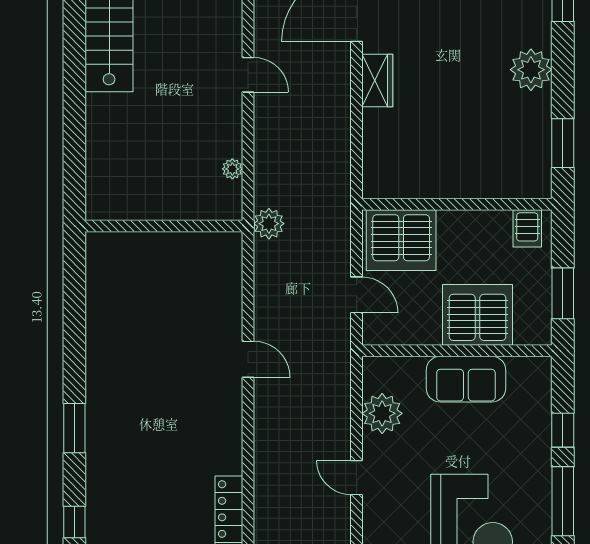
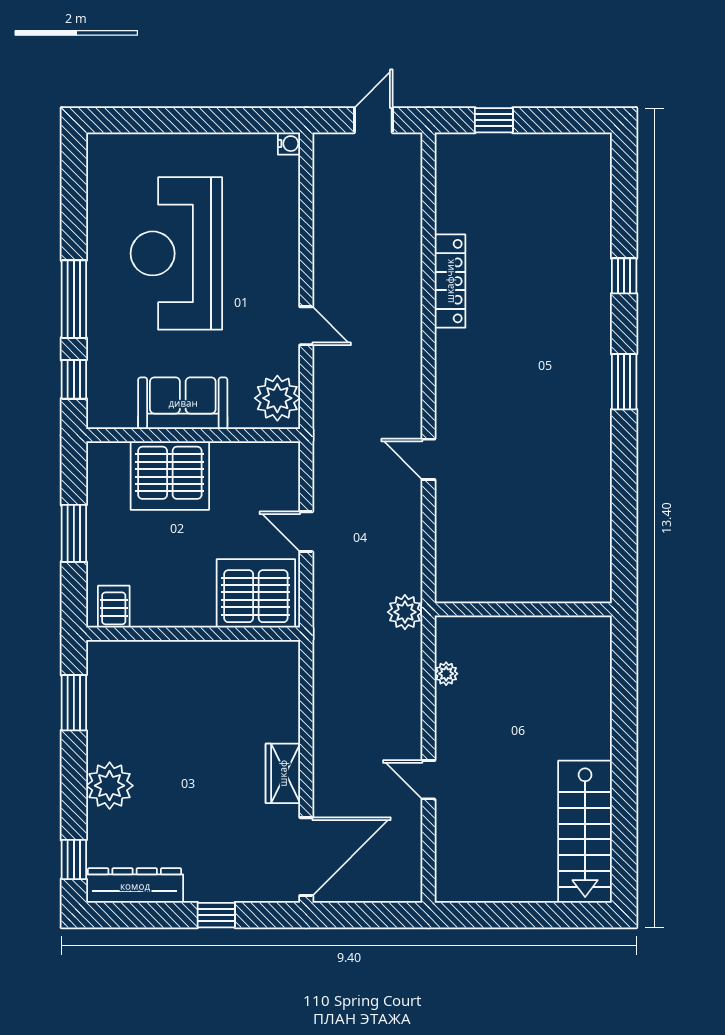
server rack: (477, 315) -> (170, 476), moved
wall: (457, 351) -> (193, 435), moved
sofa: (466, 379) -> (183, 403), moved

